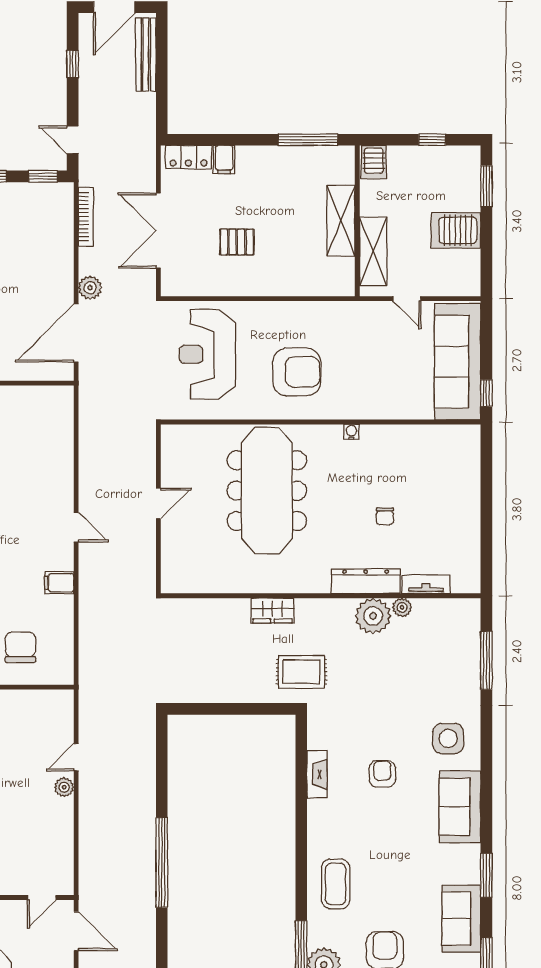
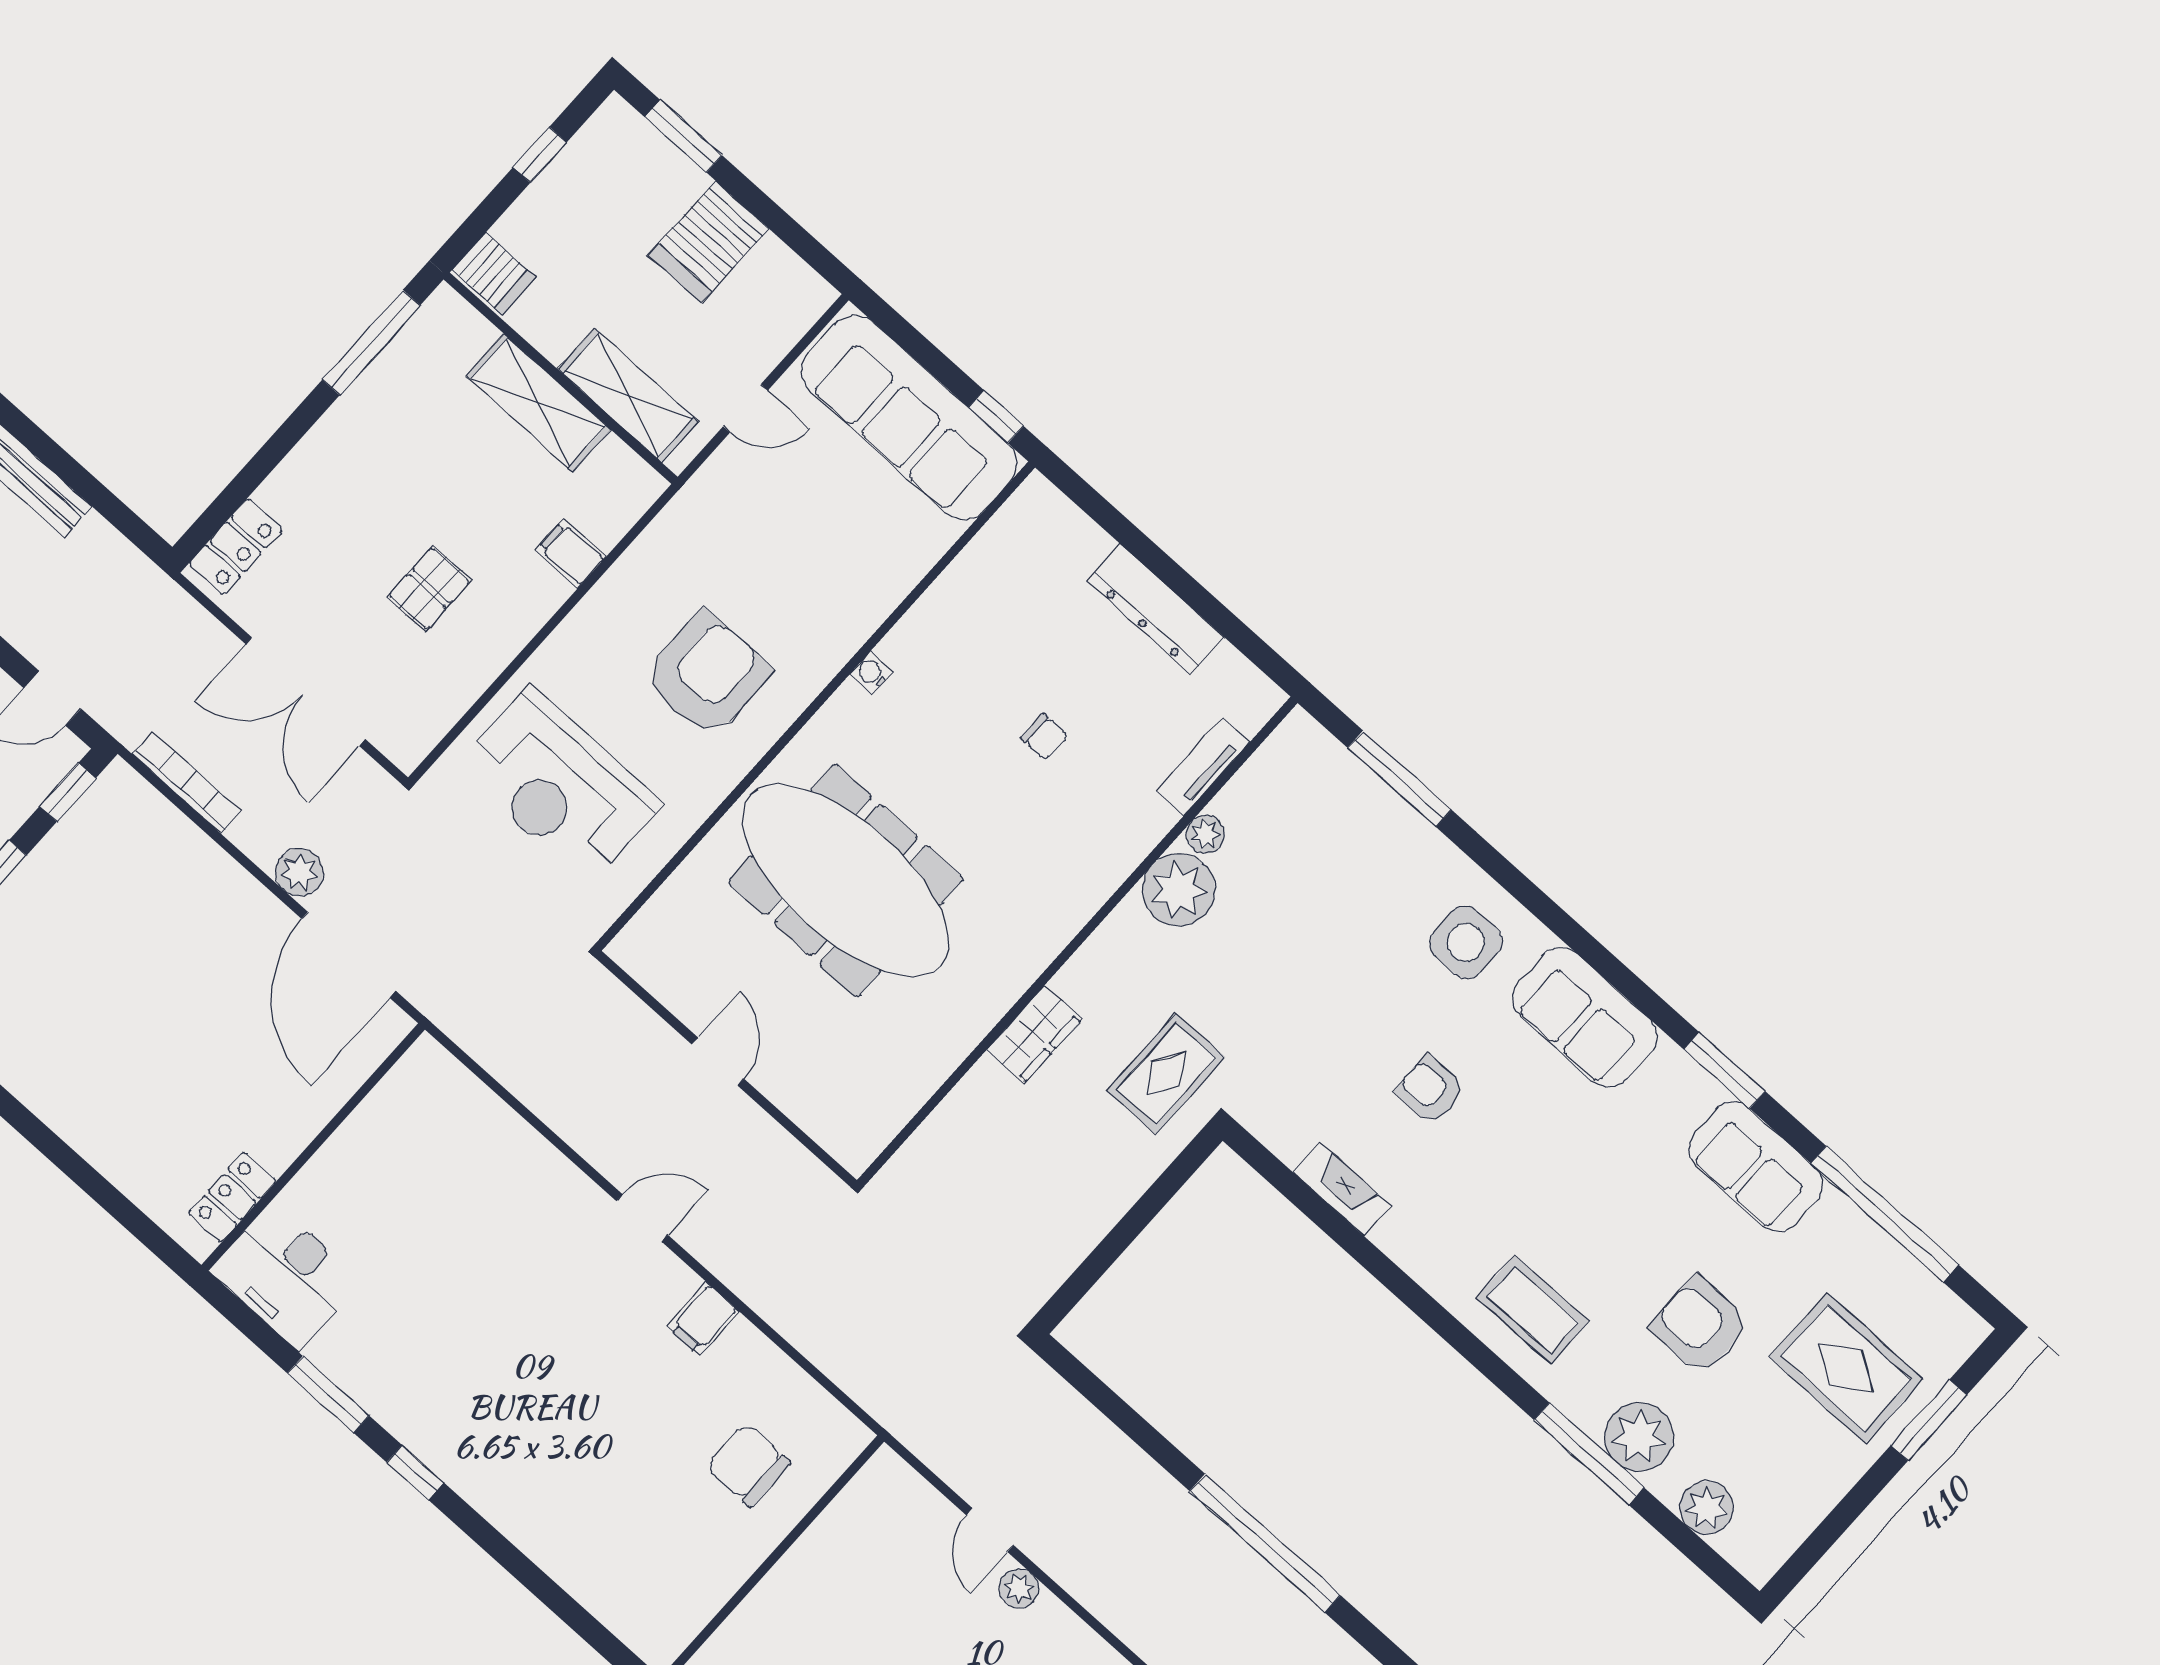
filing cabinet: (224, 160) -> (571, 553), moved, turned 180
dresser: (366, 581) -> (1155, 609), moved, turned -90

